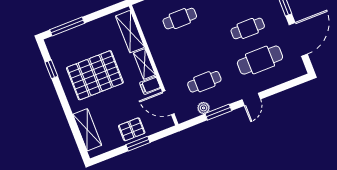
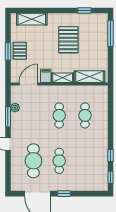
pallet: (95, 75) -> (68, 40), width x0.73, depth x0.71
cafe table: (204, 82) -> (59, 115), moved

